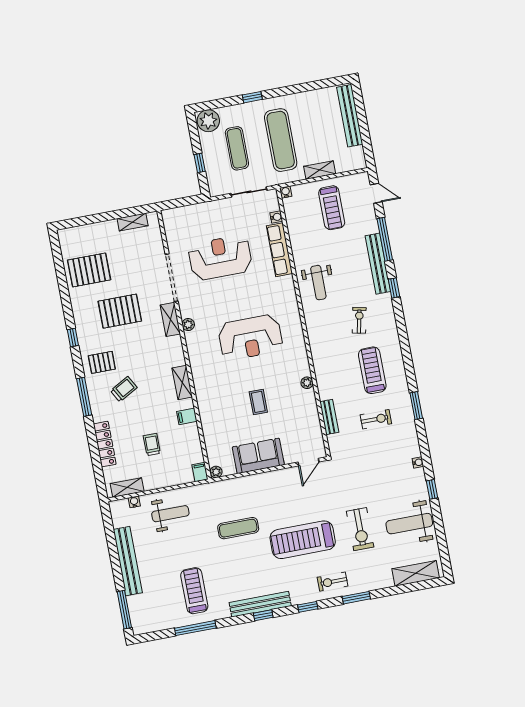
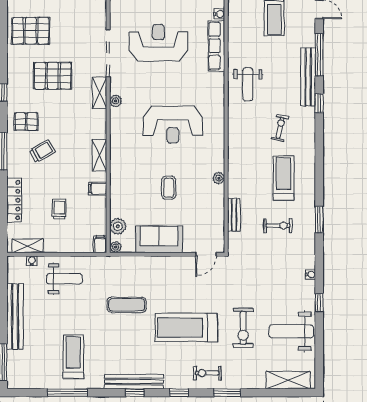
plant: (214, 451) -> (118, 226), added

